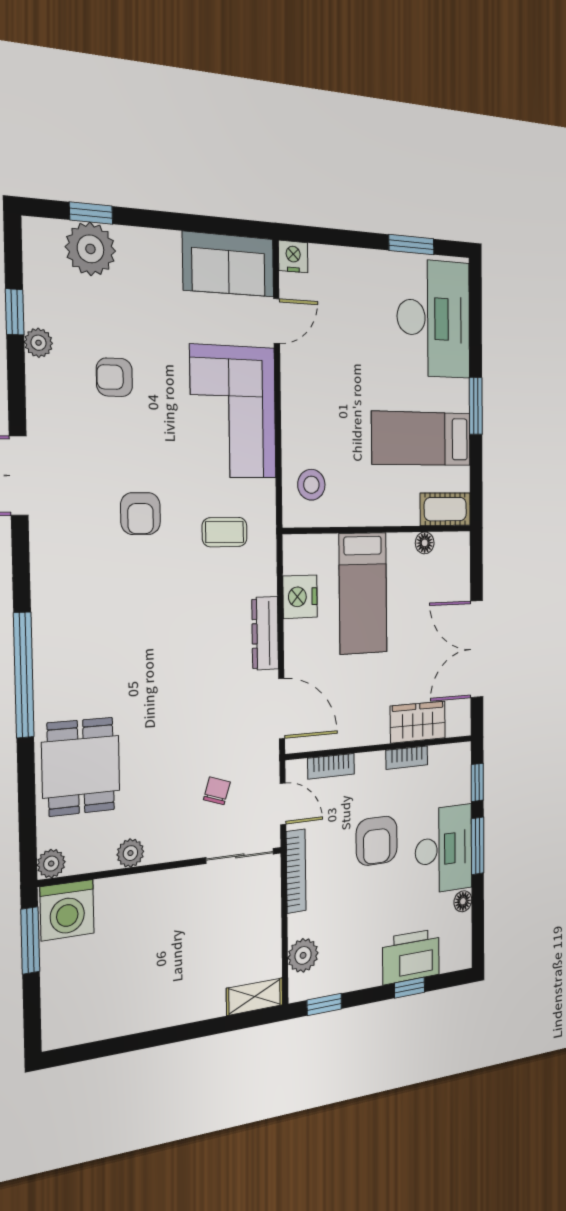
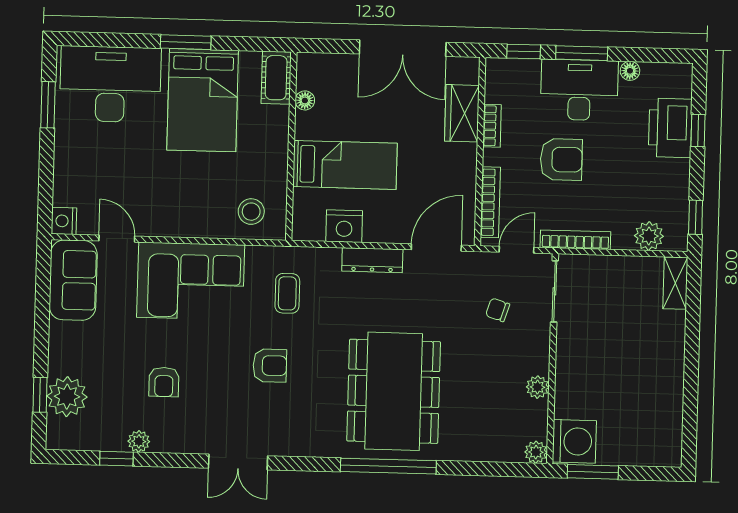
bed: (422, 439) -> (203, 100), width x1.50
bookcase: (331, 766) -> (490, 202), width x1.56
dining table: (81, 767) -> (394, 391), moved, width x1.88, depth x1.24

